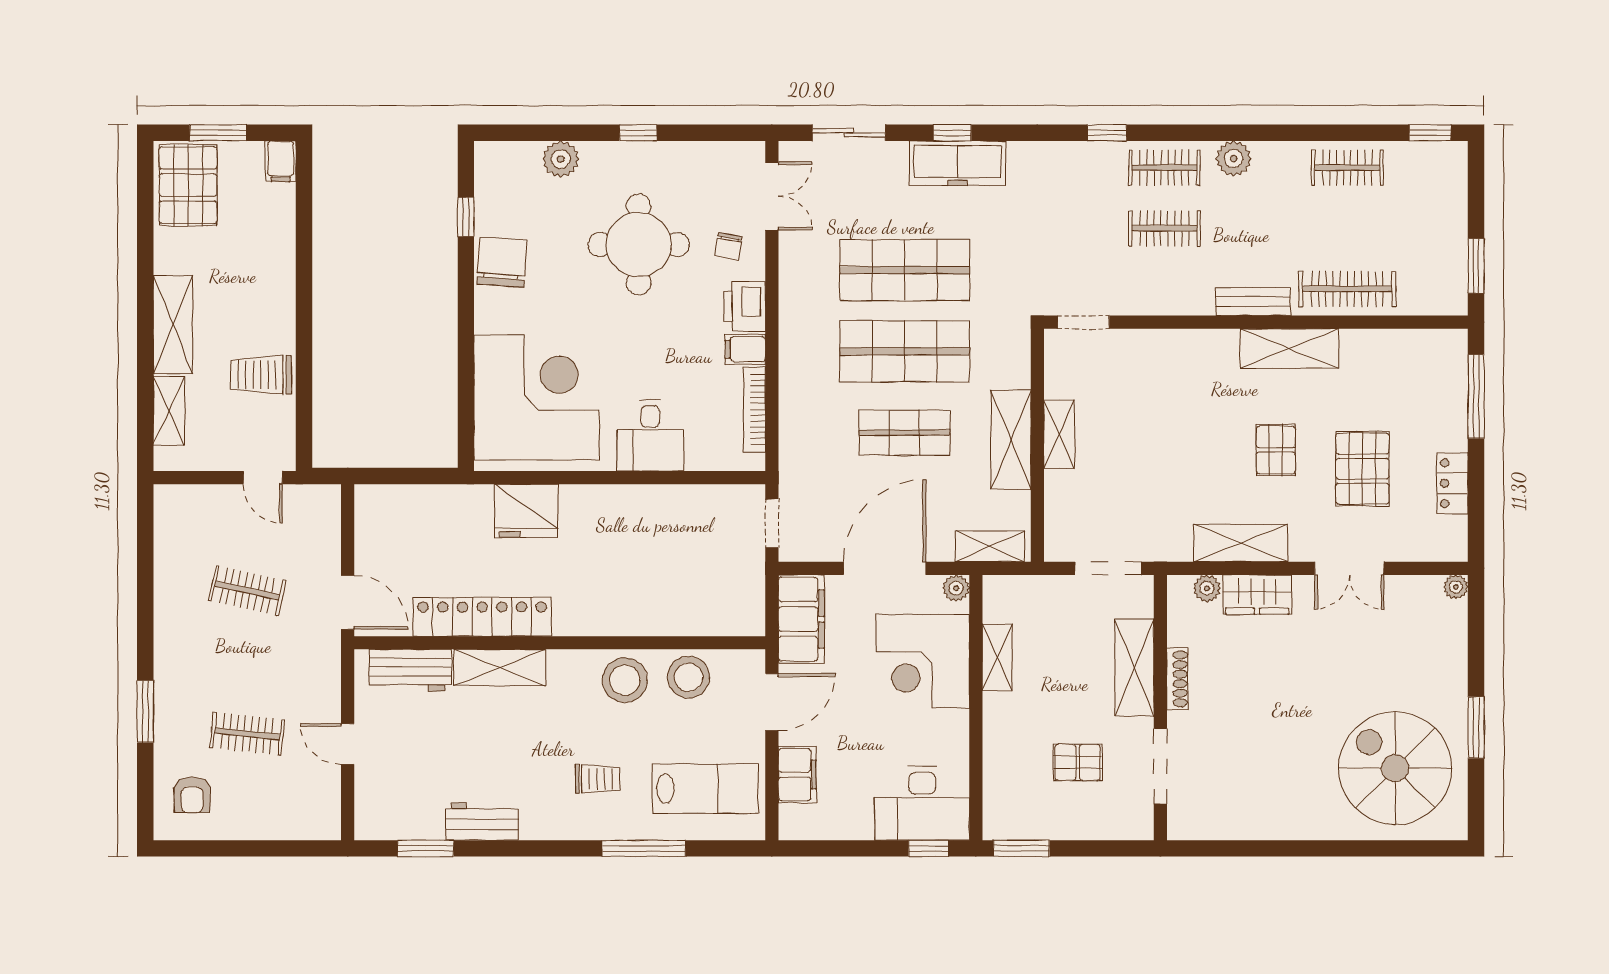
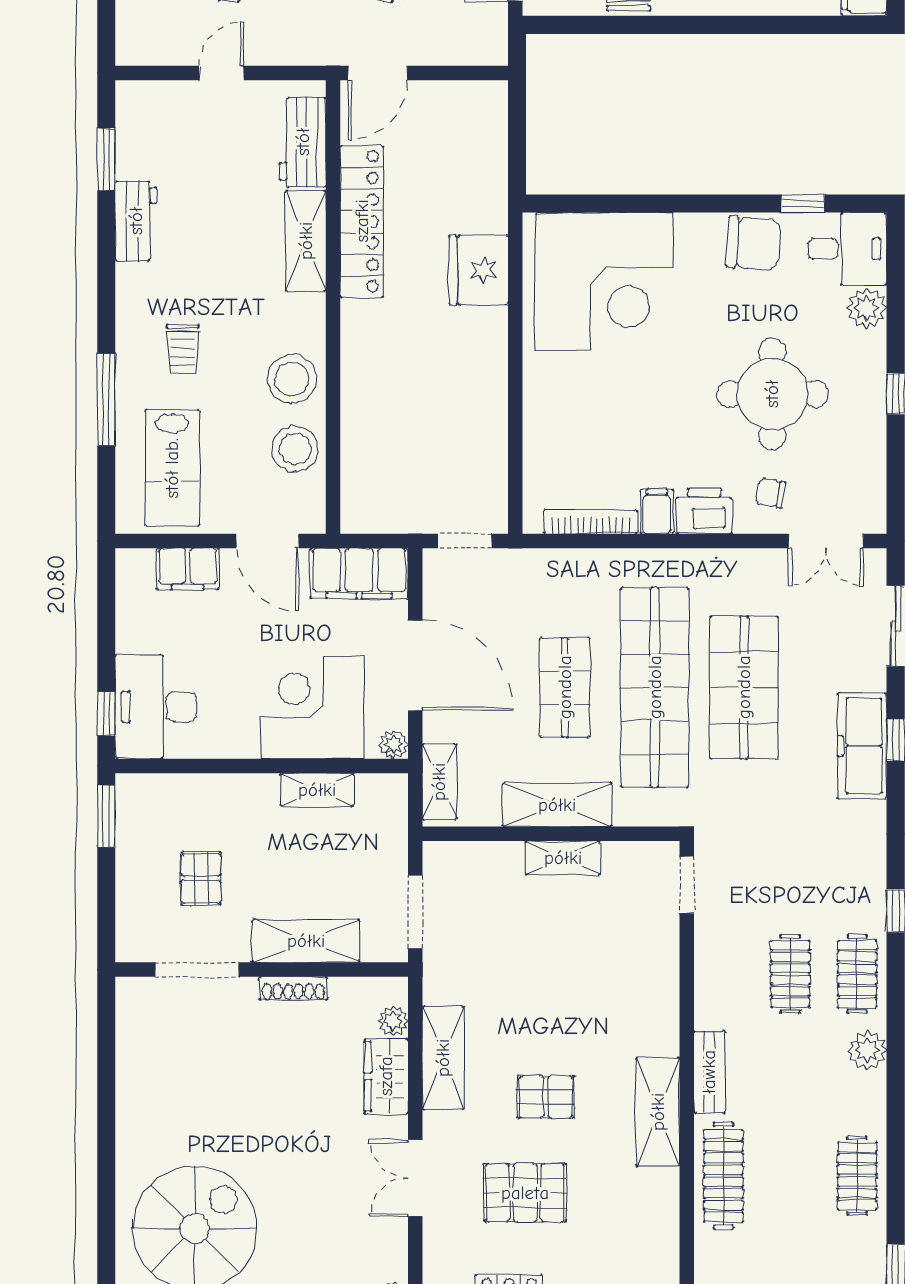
shop shelf: (905, 351) -> (655, 687), width x1.40
desk: (650, 436) -> (847, 249), moved, turned 180

